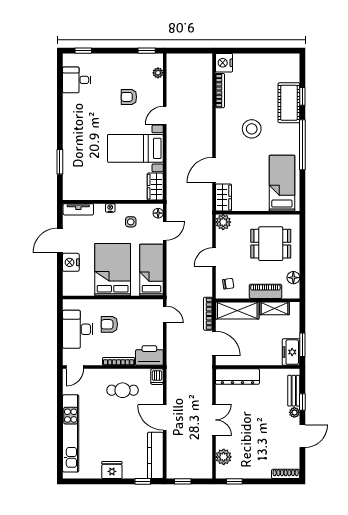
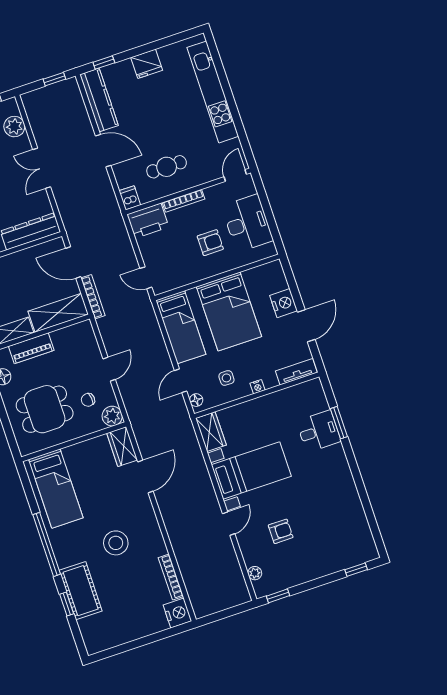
desk: (77, 80) -> (319, 431), moved
chair: (228, 284) -> (88, 400), moved

